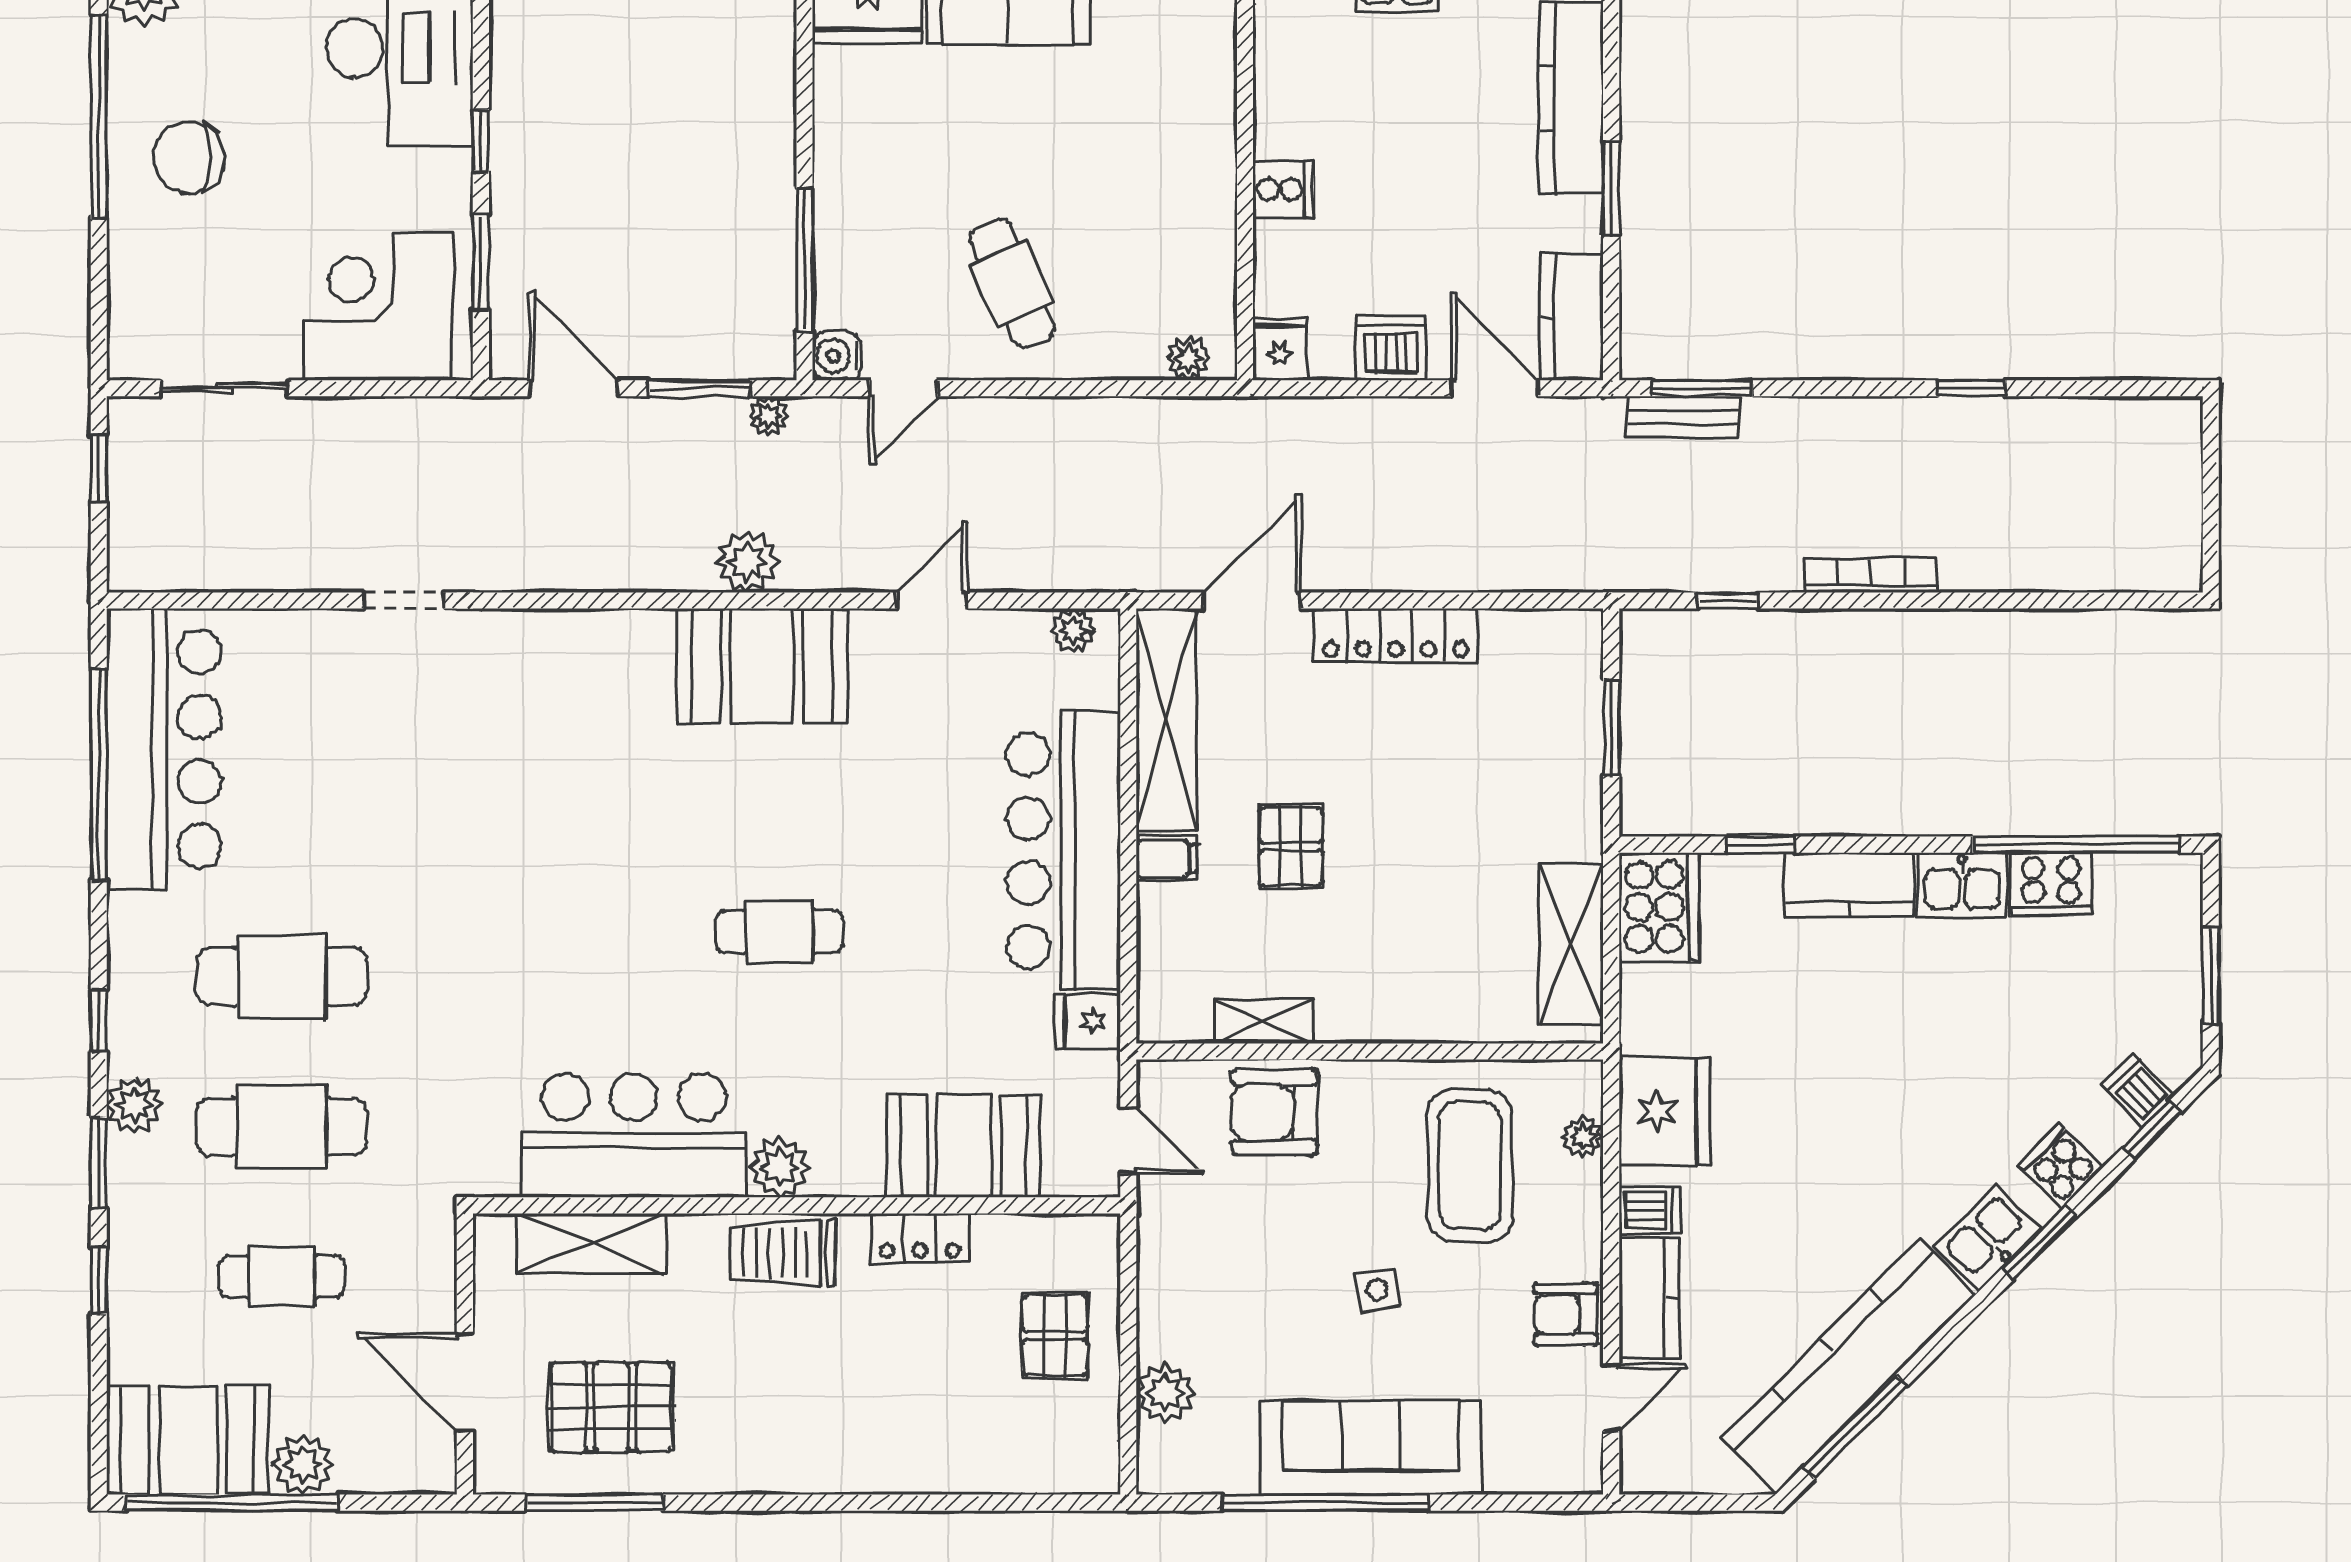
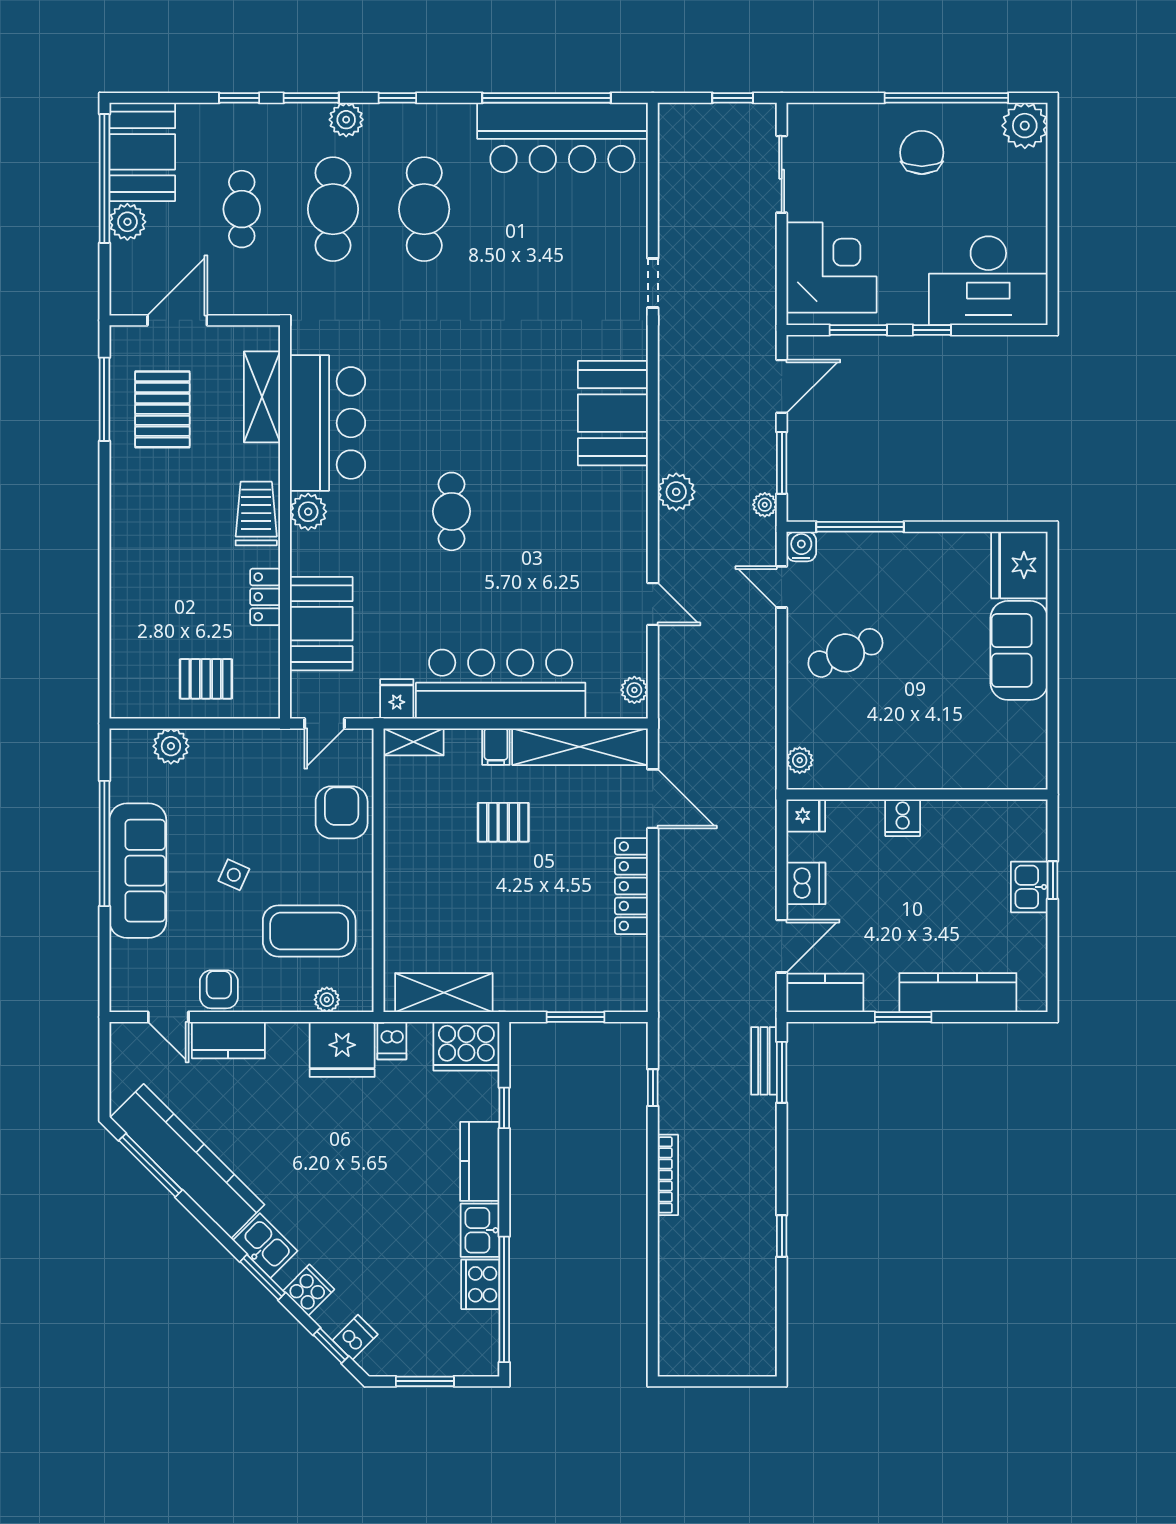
booth: (762, 666) -> (613, 413), moved
shelving: (1264, 1021) -> (414, 742), moved, turned 90
dishwasher: (1650, 1210) -> (392, 1041), moved
side table: (1377, 1290) -> (234, 875), turned 32

